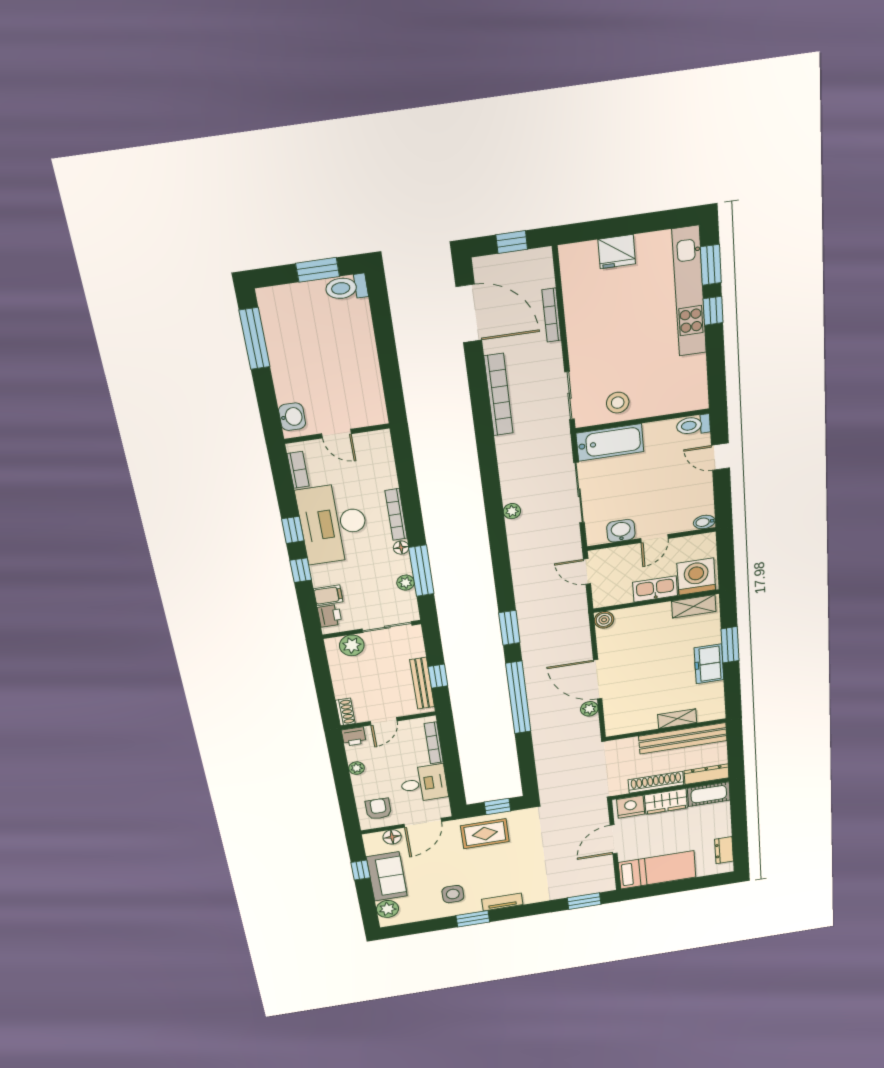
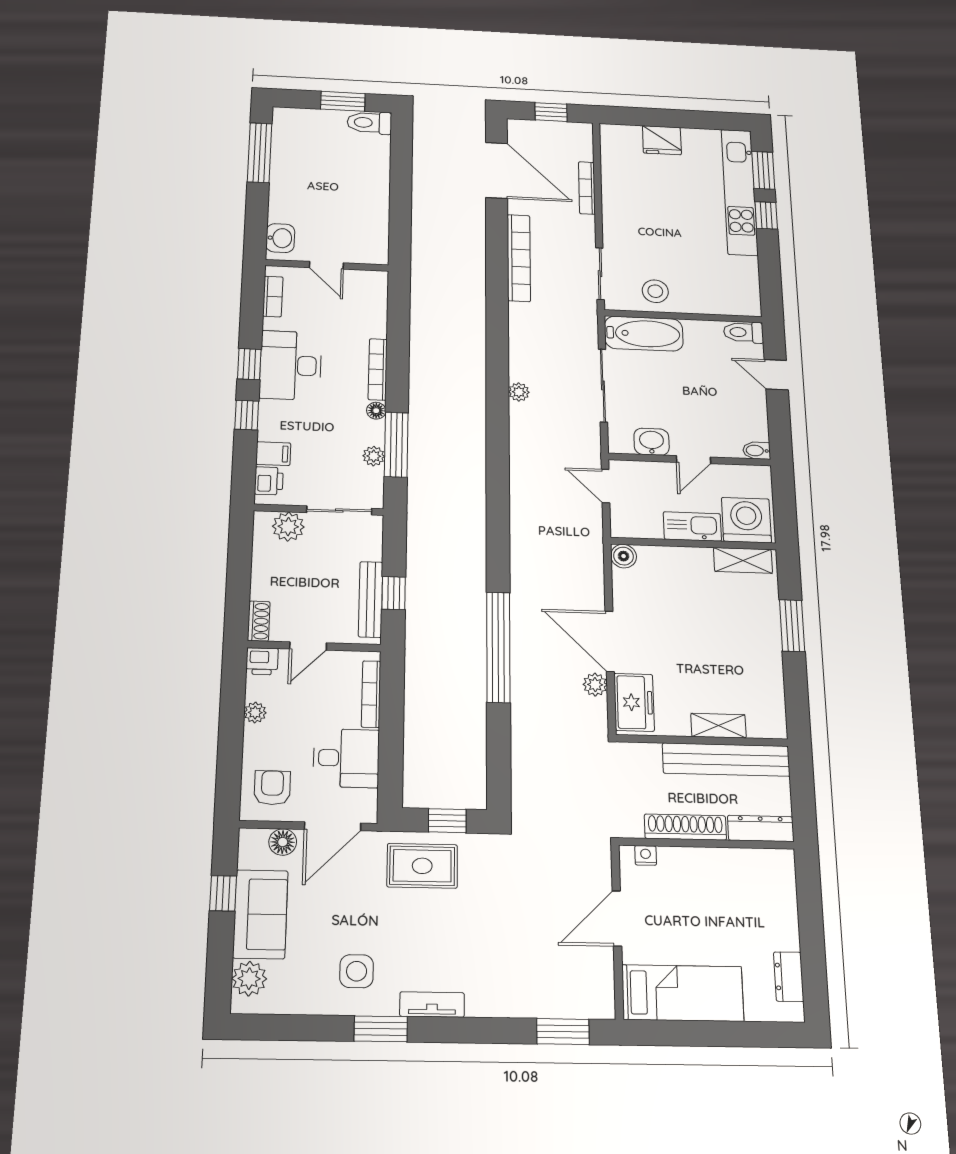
desk: (333, 523) -> (291, 365), width x0.73, depth x0.77
window: (509, 628) -> (498, 543), removed
freezer: (709, 664) -> (634, 702), moved, turned 180
cot: (709, 794) -> (764, 865), removed
wardrobe: (666, 801) -> (699, 865), removed
nightstand: (631, 807) -> (646, 855), width x0.53, depth x0.56

